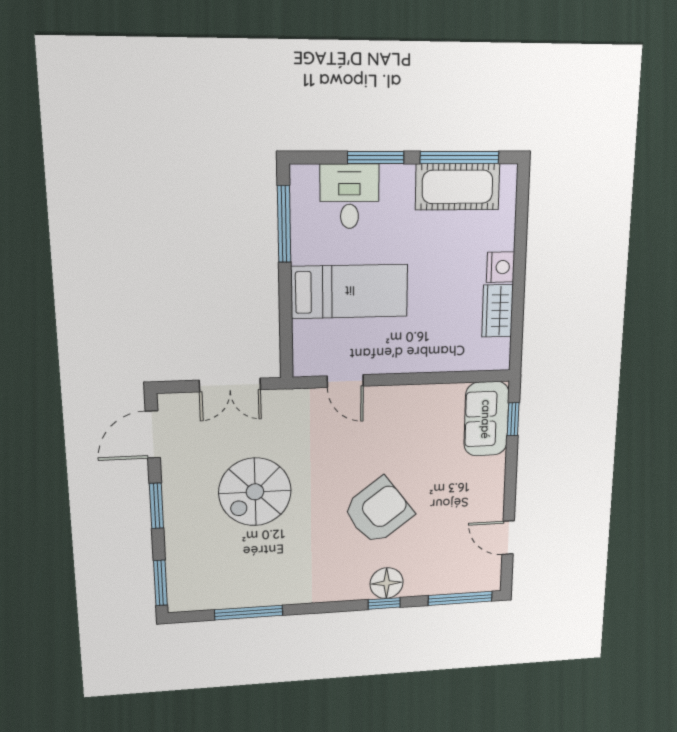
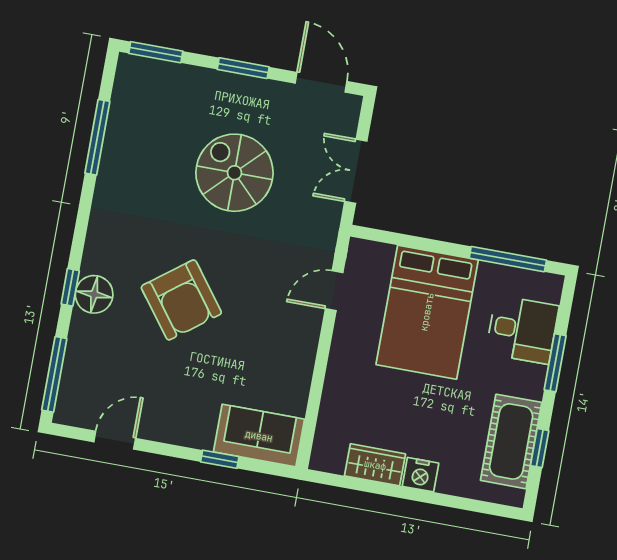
window: (460, 157) -> (540, 448), width x0.46
bed: (350, 291) -> (427, 312), width x1.50
window: (513, 419) -> (220, 459), moved

